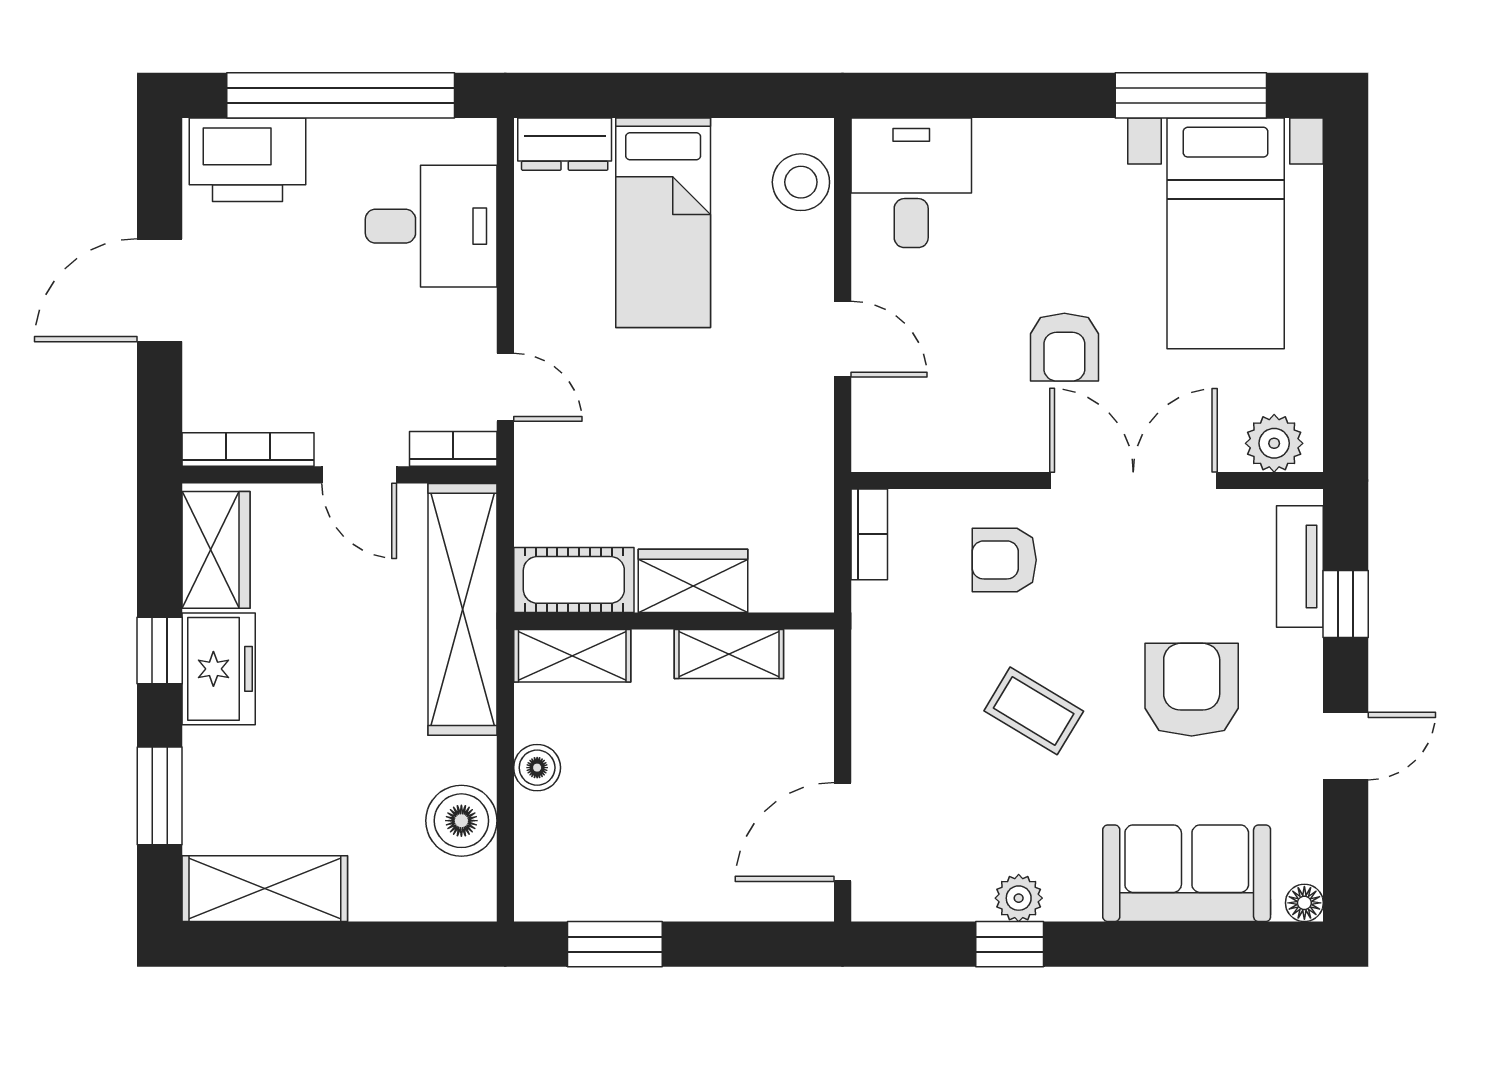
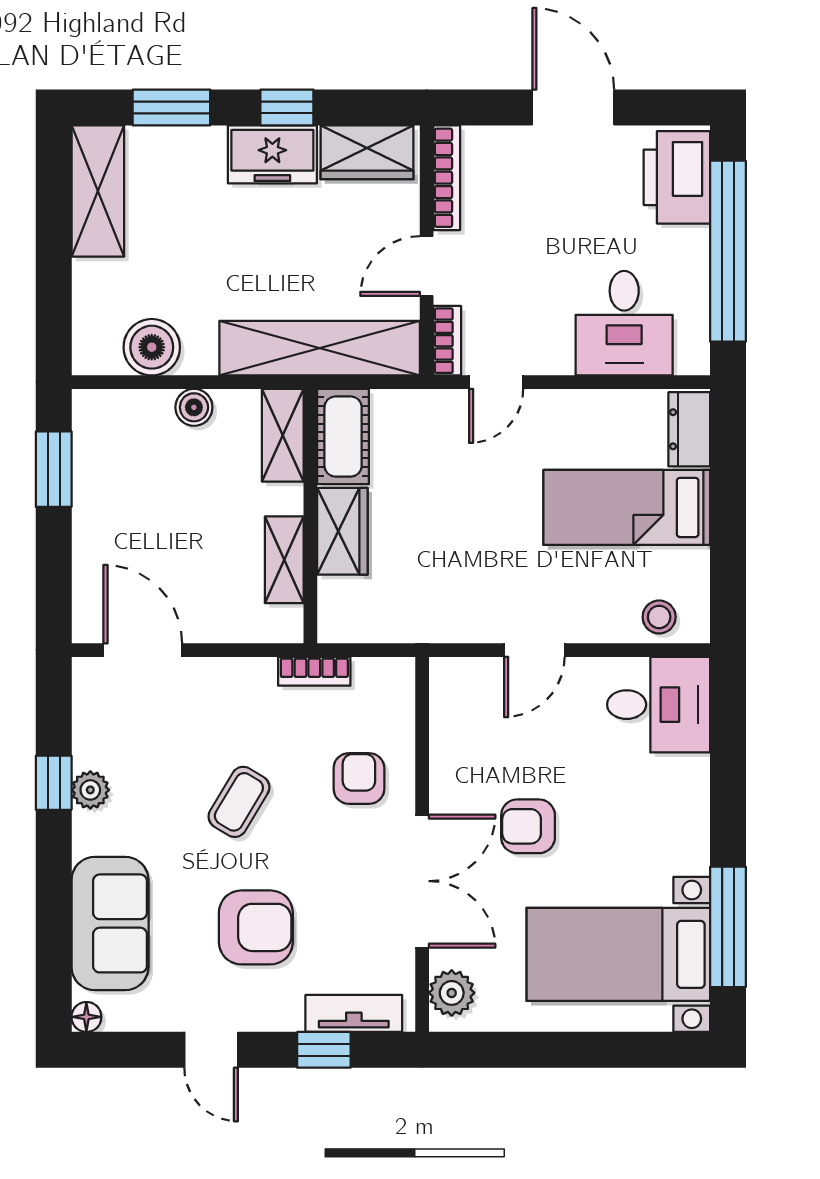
stool: (801, 182) -> (659, 617), width x0.73, depth x0.73
bookcase: (869, 534) -> (314, 671), moved

